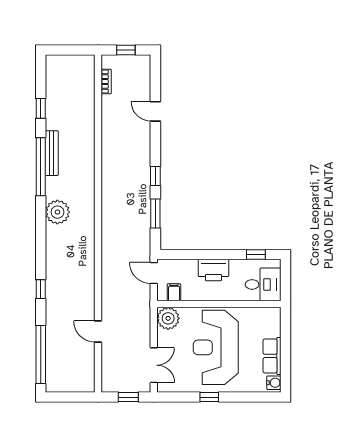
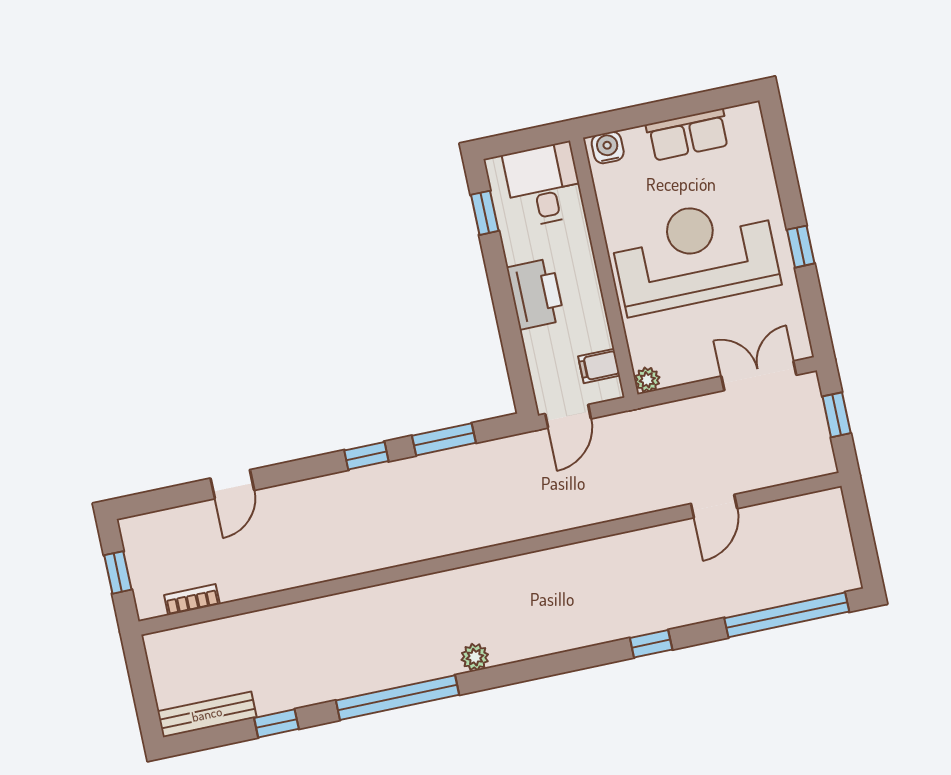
bench: (52, 153) -> (207, 714), moved
plant: (57, 212) -> (475, 657), width x0.53, depth x0.53
plant: (168, 318) -> (647, 380), width x0.53, depth x0.53
reception desk: (216, 347) -> (695, 255), turned 180
water cooler: (274, 383) -> (608, 148), moved

